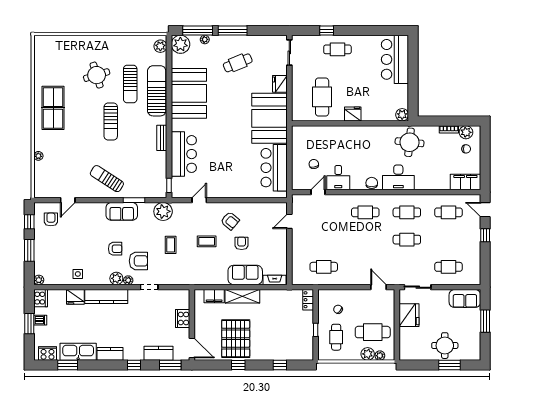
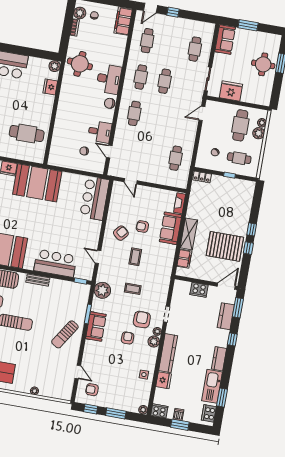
fridge: (353, 114) -> (50, 87), moved
bar counter: (274, 168) -> (95, 198), moved, turned 90
window: (280, 365) -> (252, 229), moved

